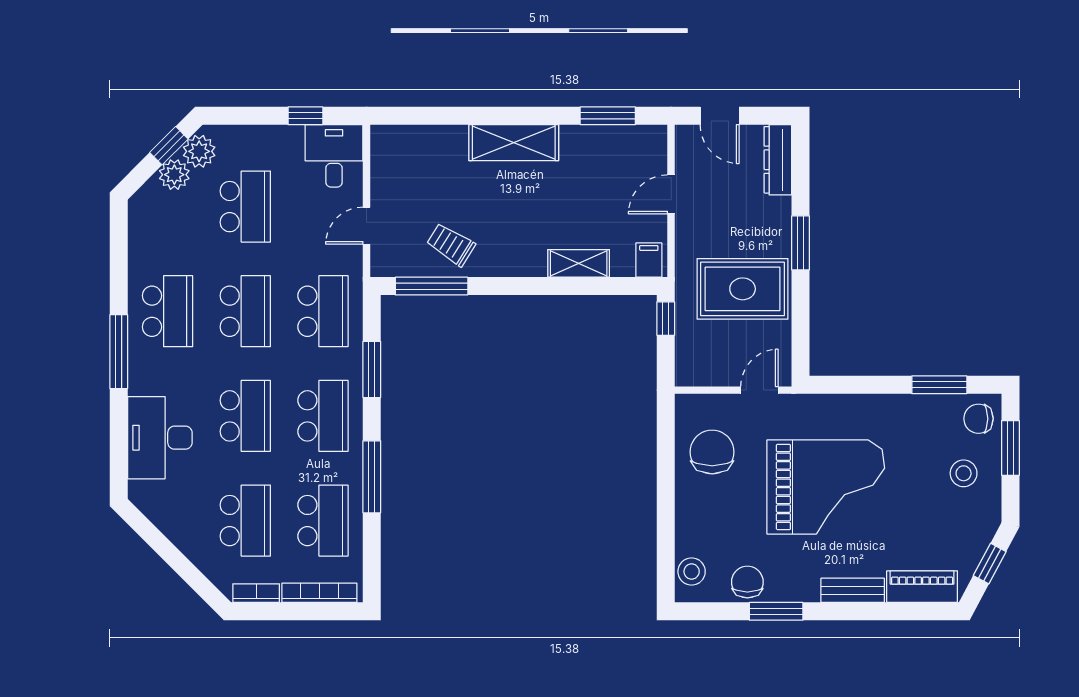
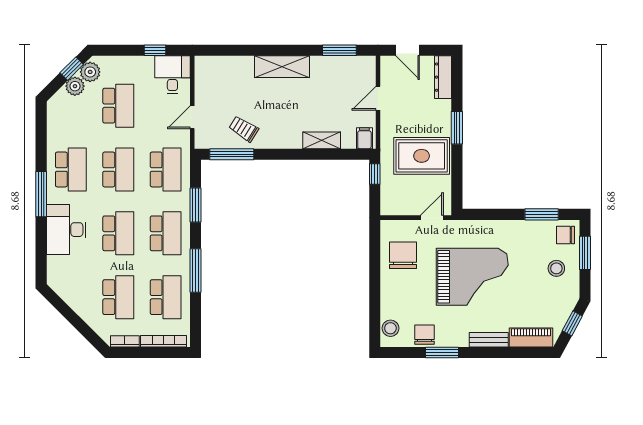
desk: (160, 438) -> (66, 230), moved

